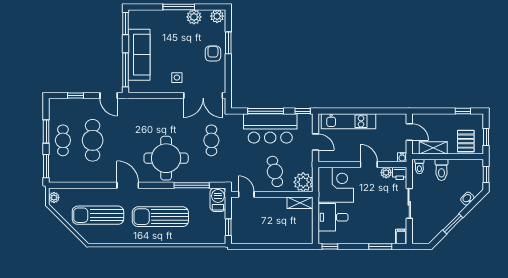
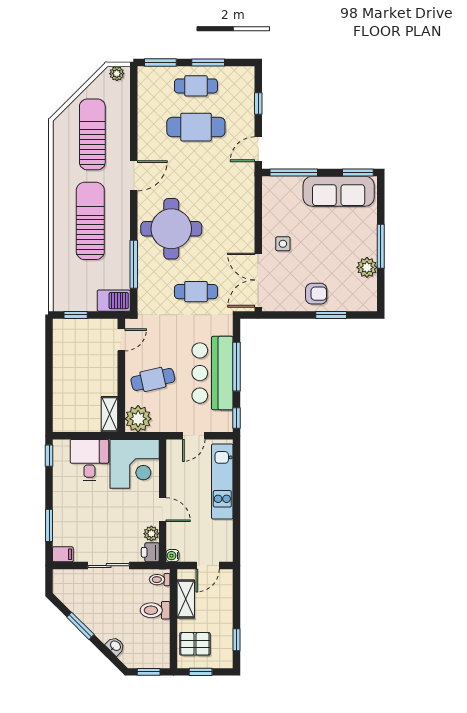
plant: (217, 16) -> (368, 299), removed
sofa: (139, 55) -> (339, 191), moved
door: (369, 164) -> (163, 510), hinge flipped

